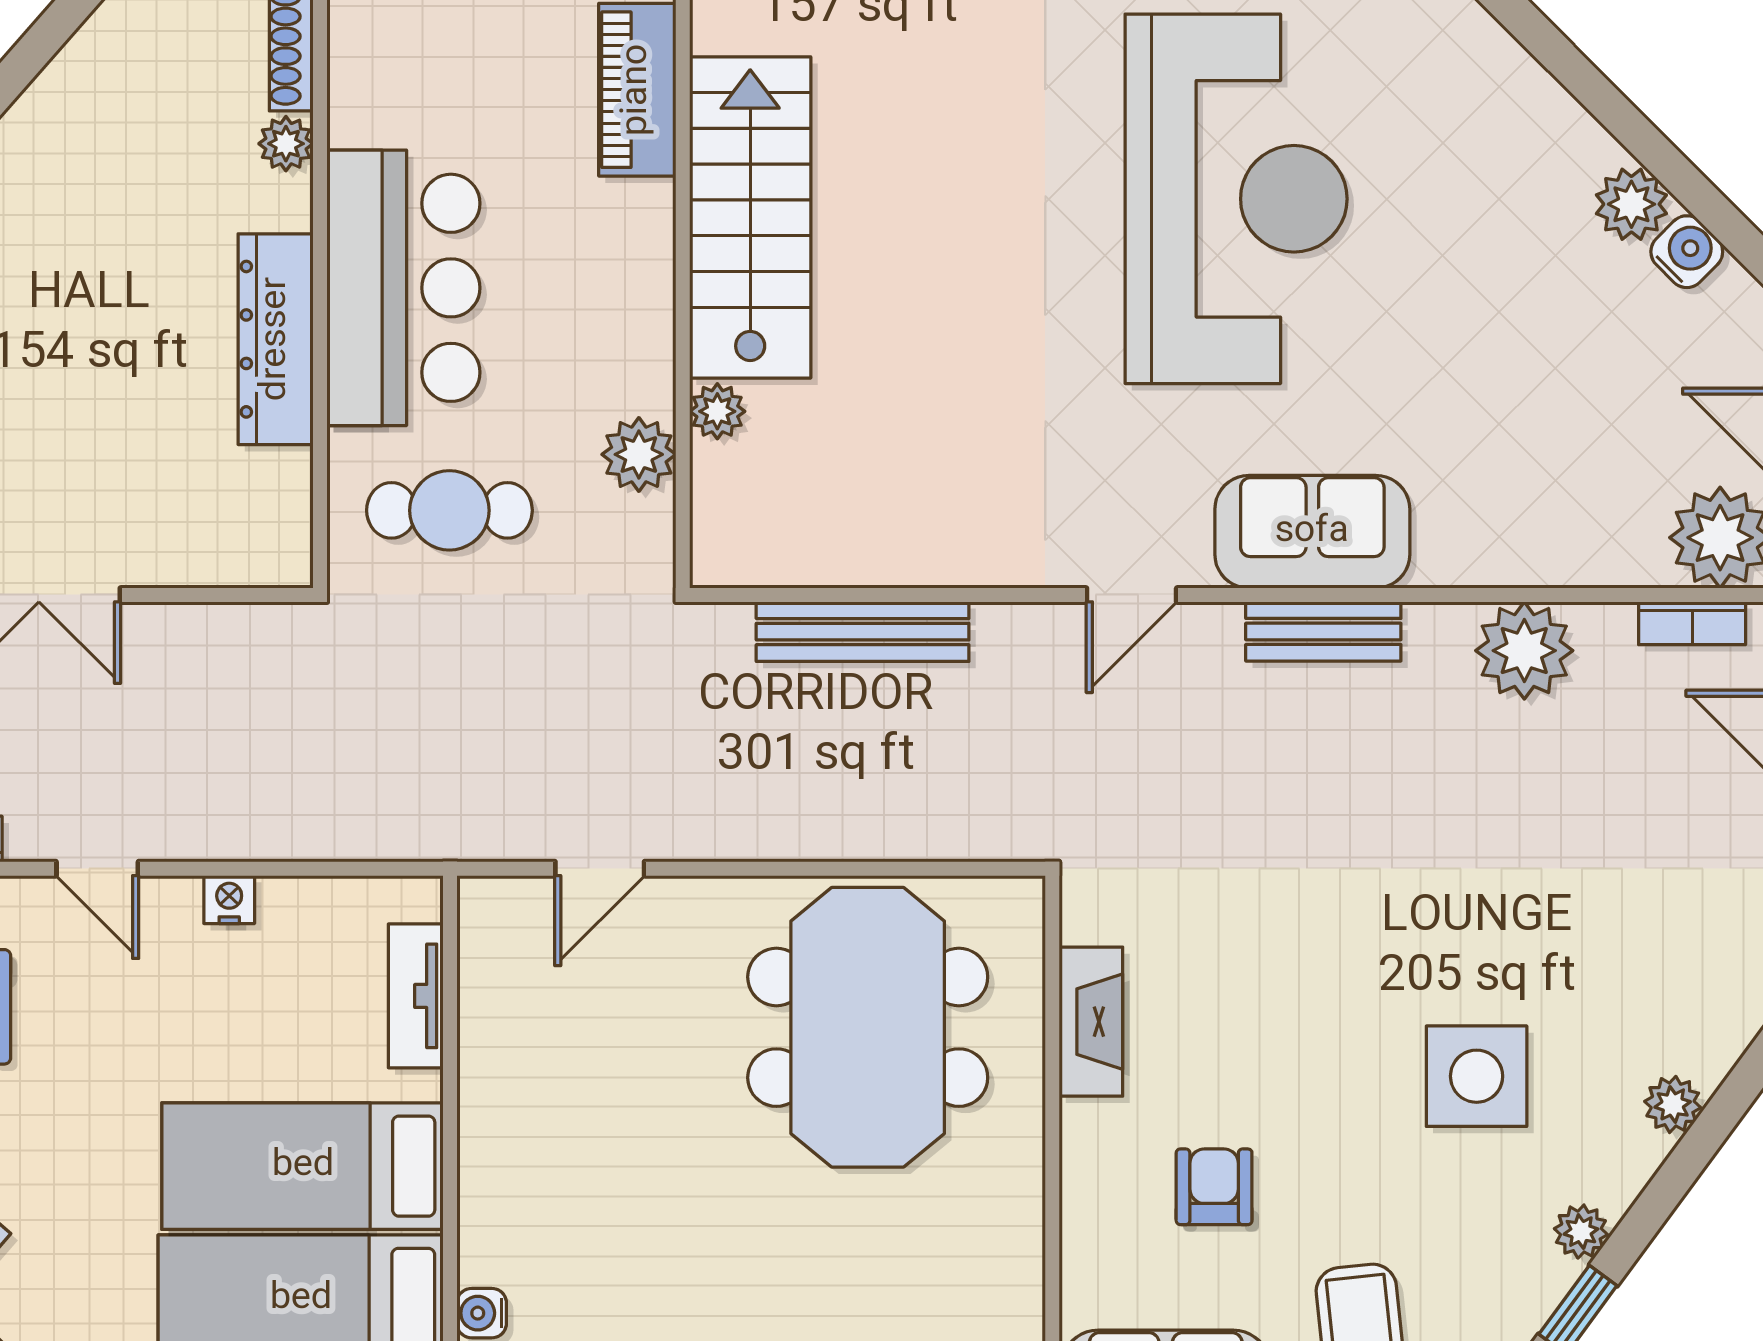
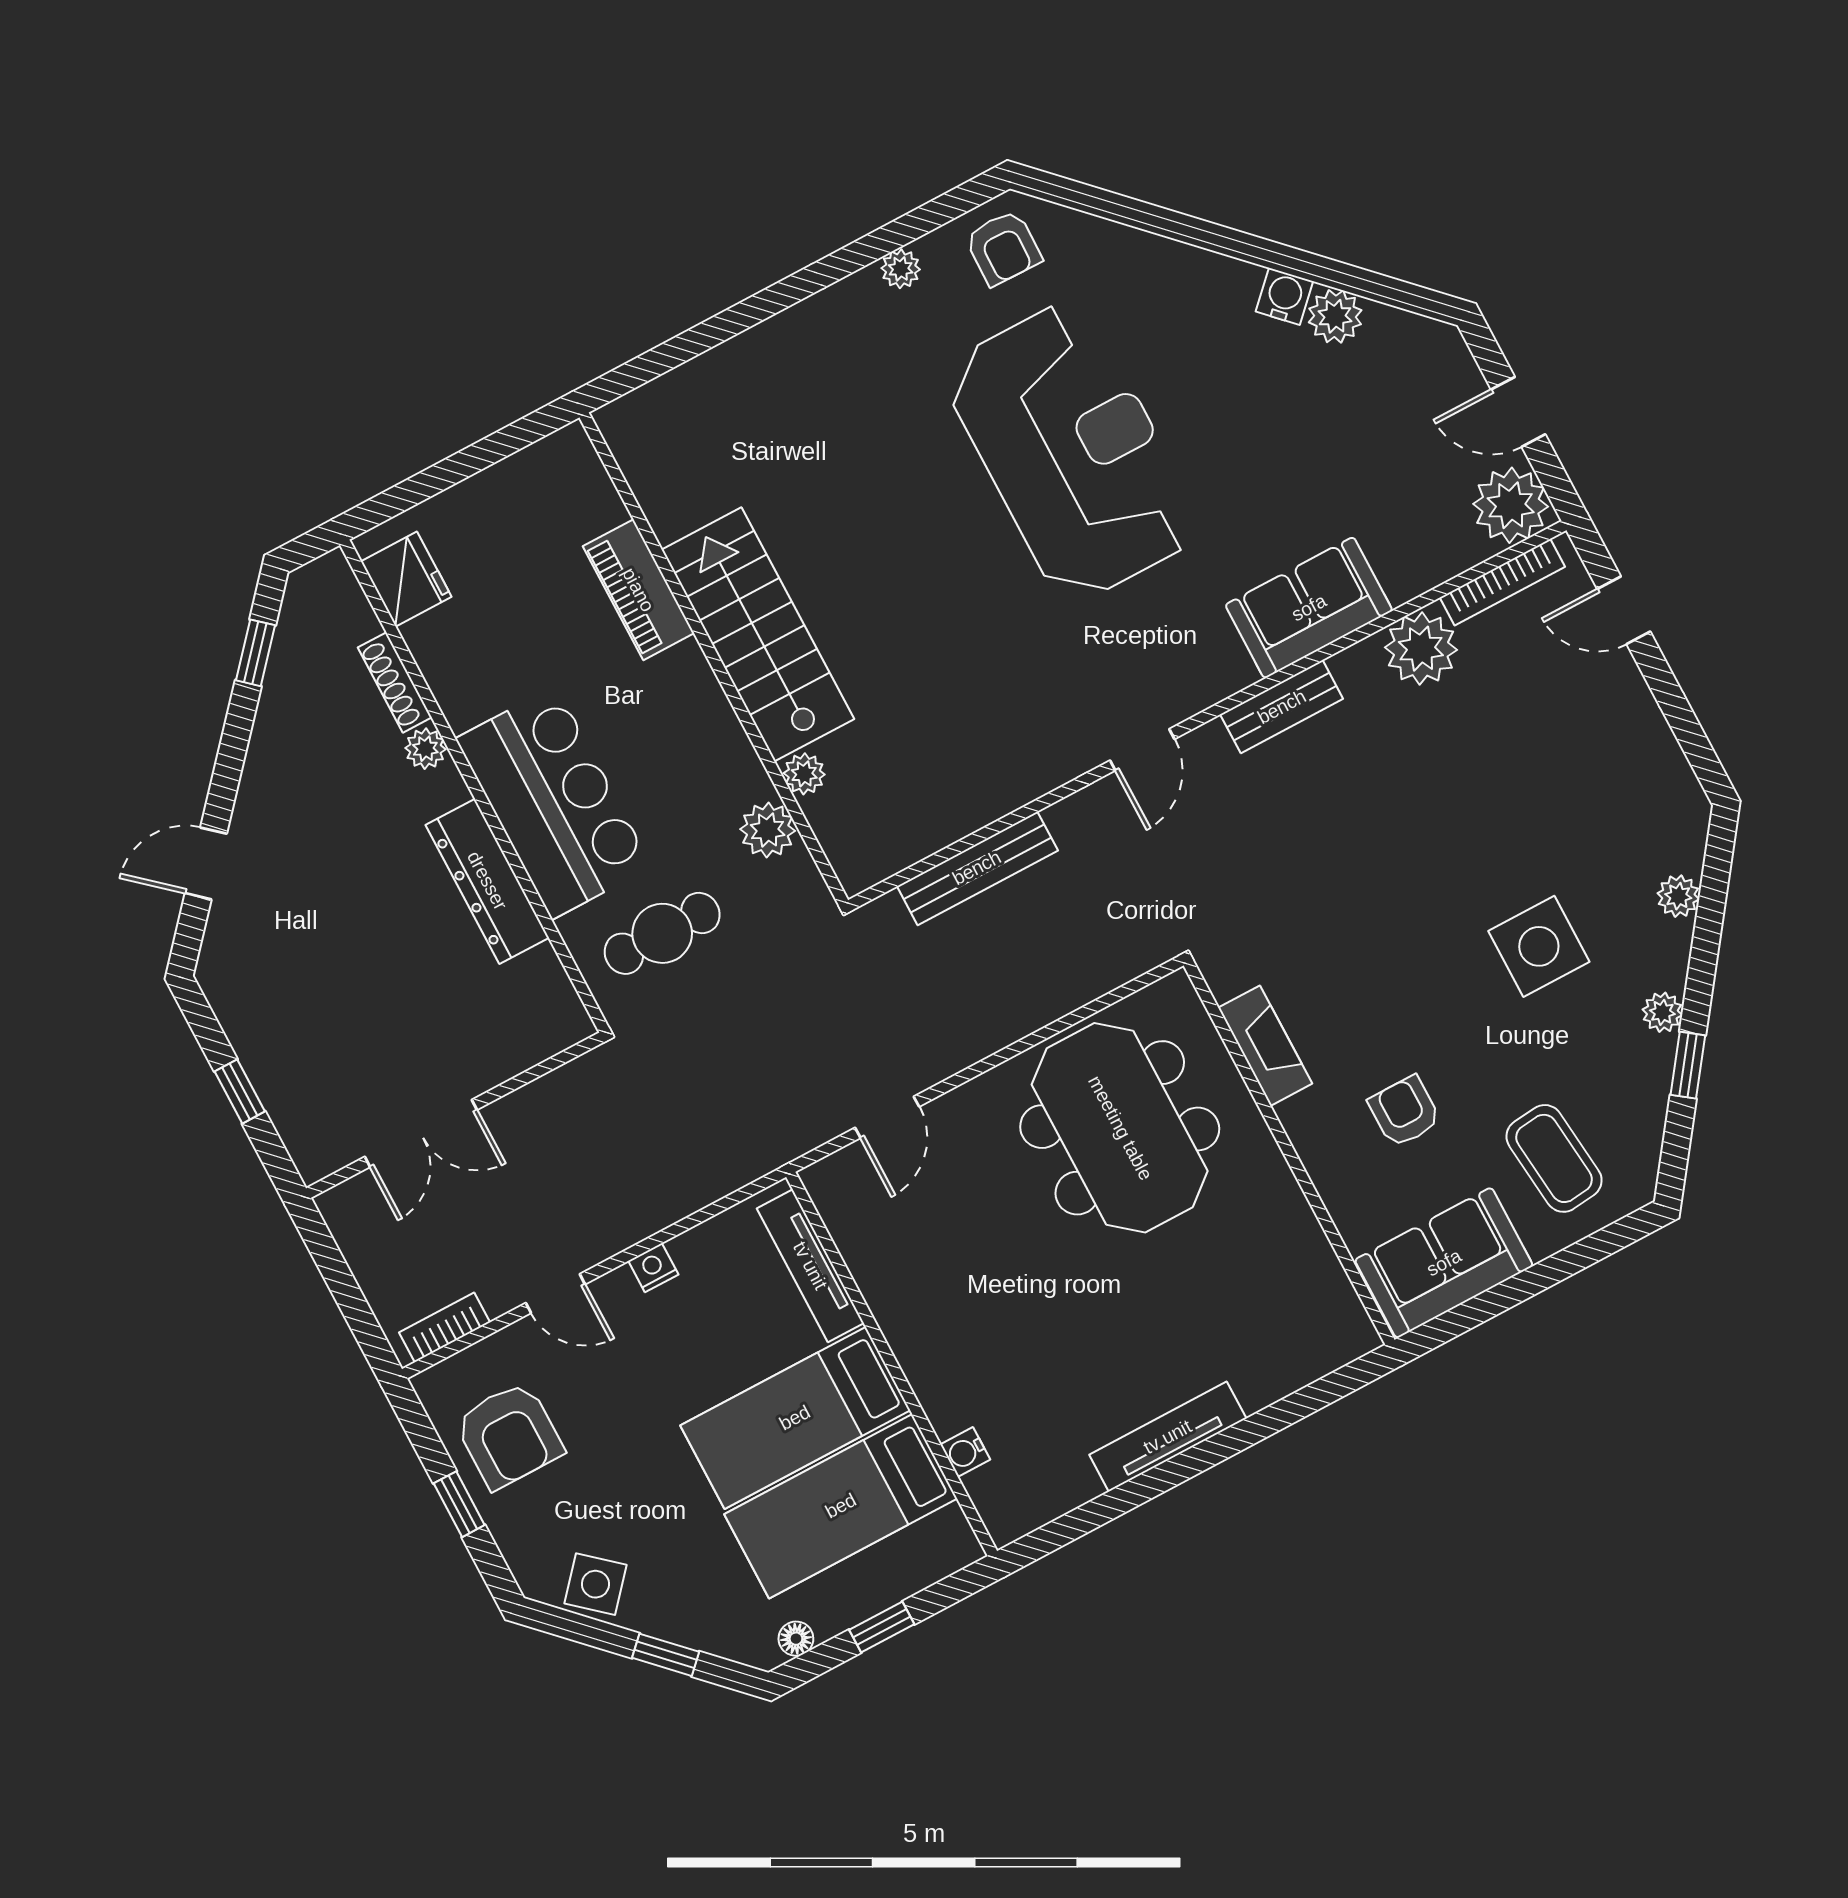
water cooler: (1687, 252) -> (1284, 296), moved
sofa: (1312, 532) -> (1309, 608), moved
bookcase: (1692, 623) -> (1502, 582), width x1.56
tv unit: (416, 996) -> (810, 1266), width x1.41

